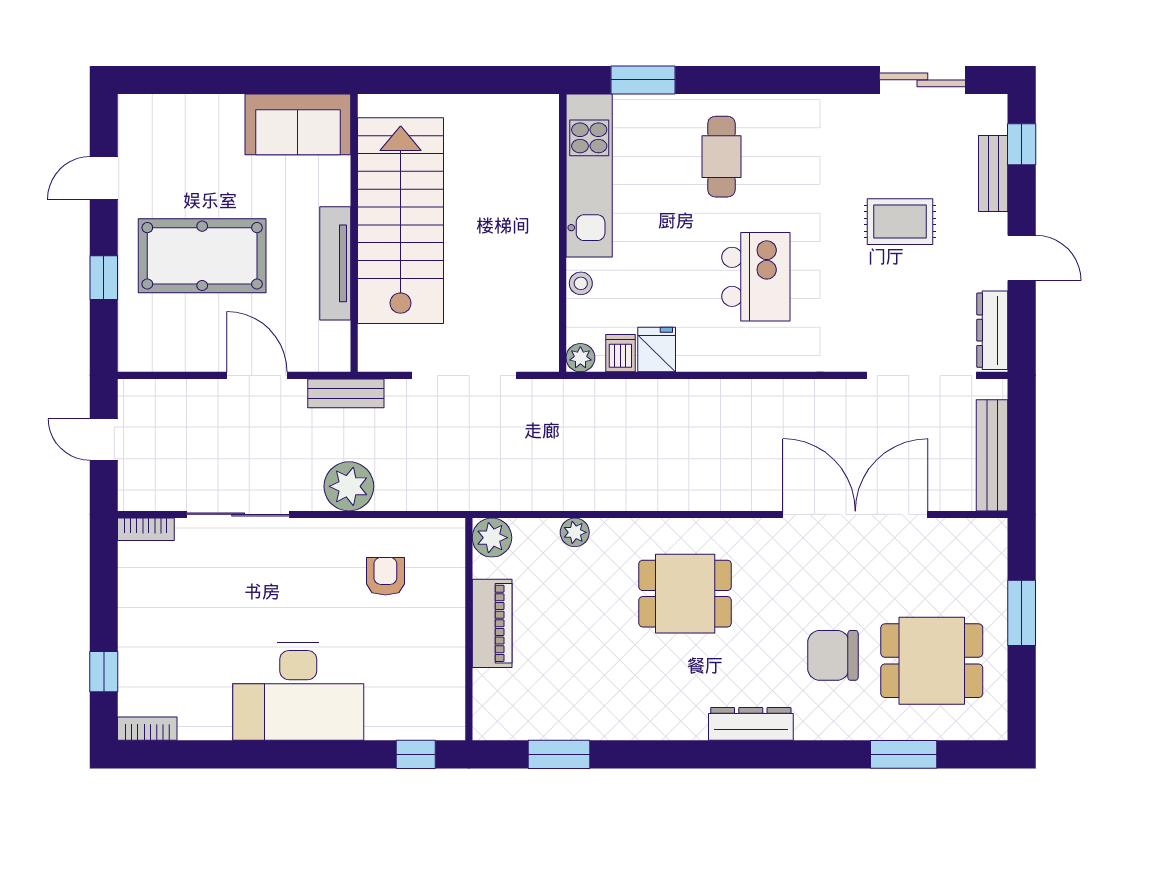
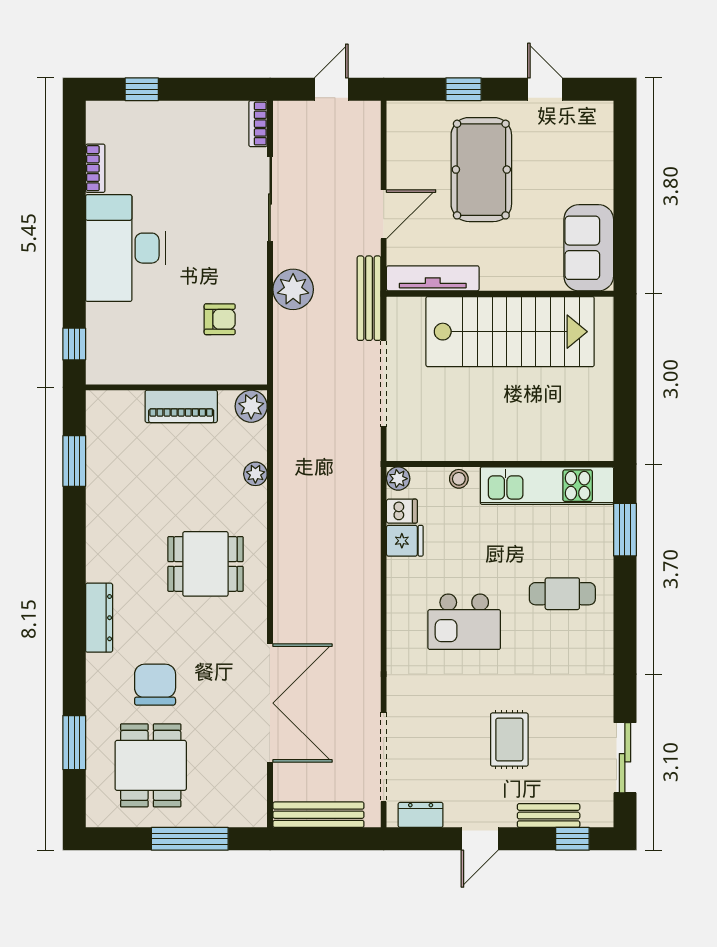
tv unit: (335, 263) -> (433, 278), moved
dresser: (992, 330) -> (421, 815), width x0.70
bench: (346, 393) -> (369, 298), width x1.36
dining table: (685, 594) -> (205, 564), turned 90
window: (1022, 613) -> (190, 839), width x1.44
bookcase: (147, 729) -> (95, 168), moved

